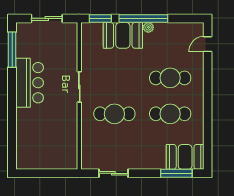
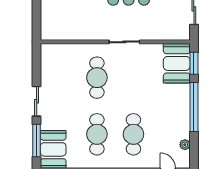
plant: (148, 27) -> (185, 145), moved
booth: (123, 35) -> (177, 63), moved
sliding door: (113, 173) -> (37, 101), moved

